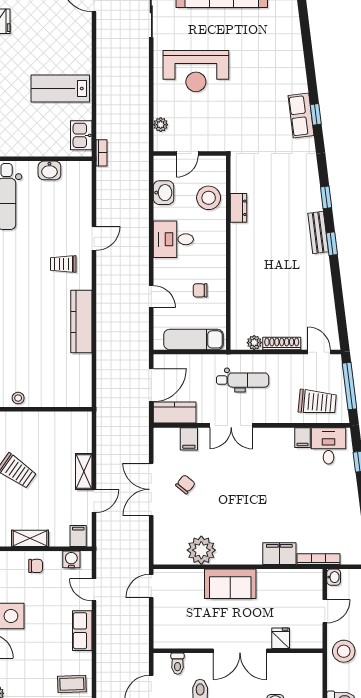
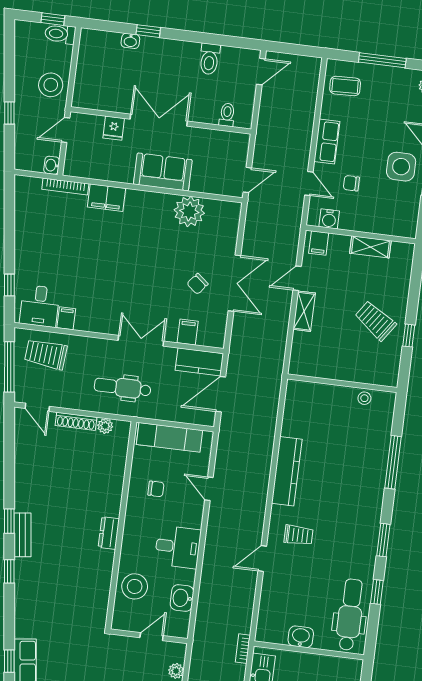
dresser: (239, 208) -> (109, 533), moved
chair: (36, 566) -> (351, 183), moved
fridge: (281, 638) -> (114, 128), moved
wall: (238, 651) -> (161, 120), moved
double door: (240, 651) -> (159, 120), moved
toilet: (178, 664) -> (227, 115), moved

